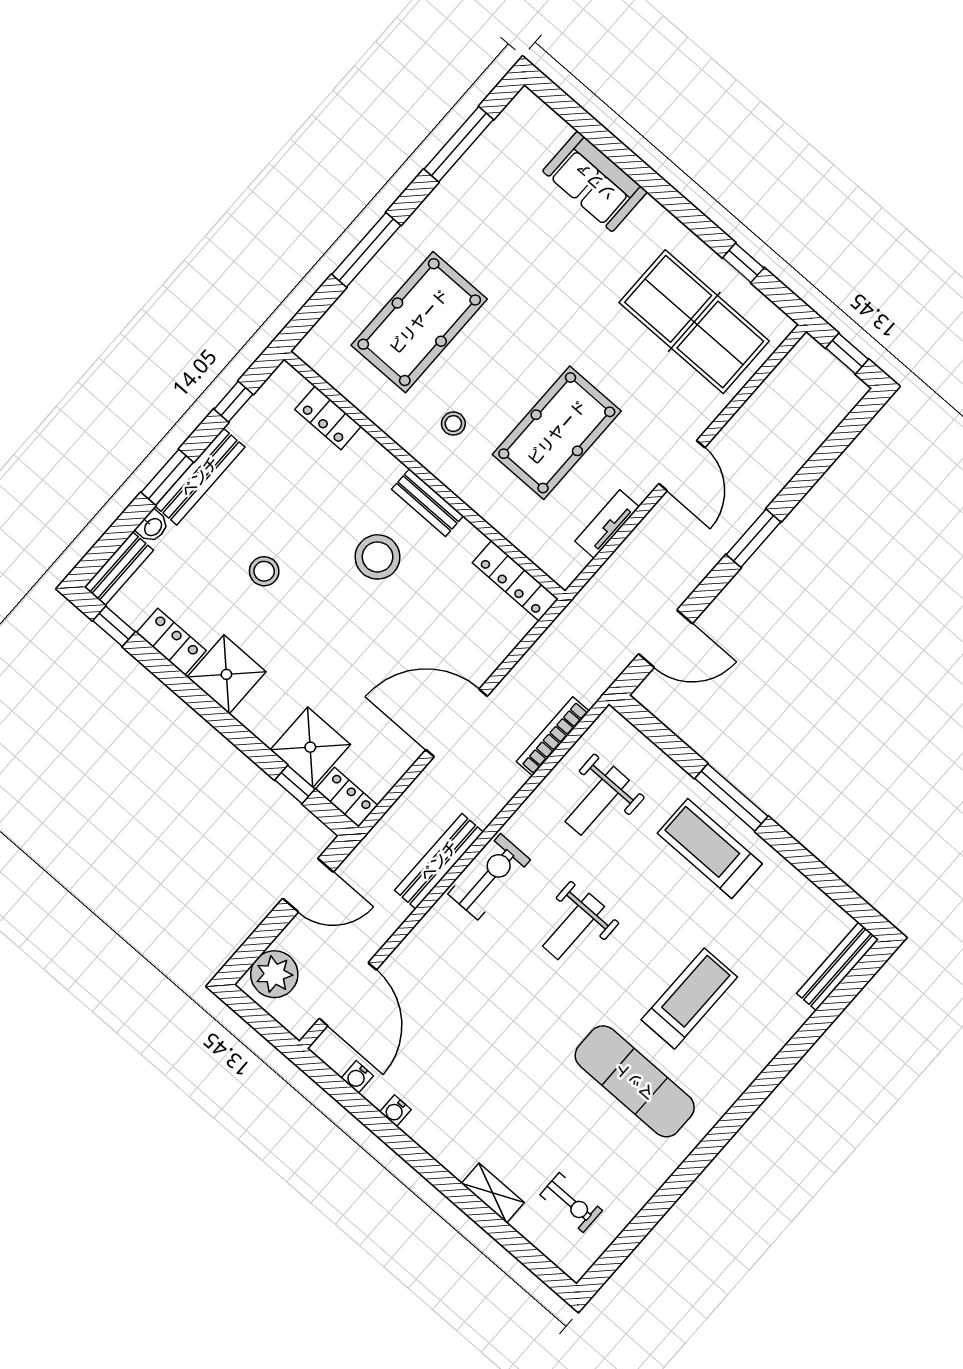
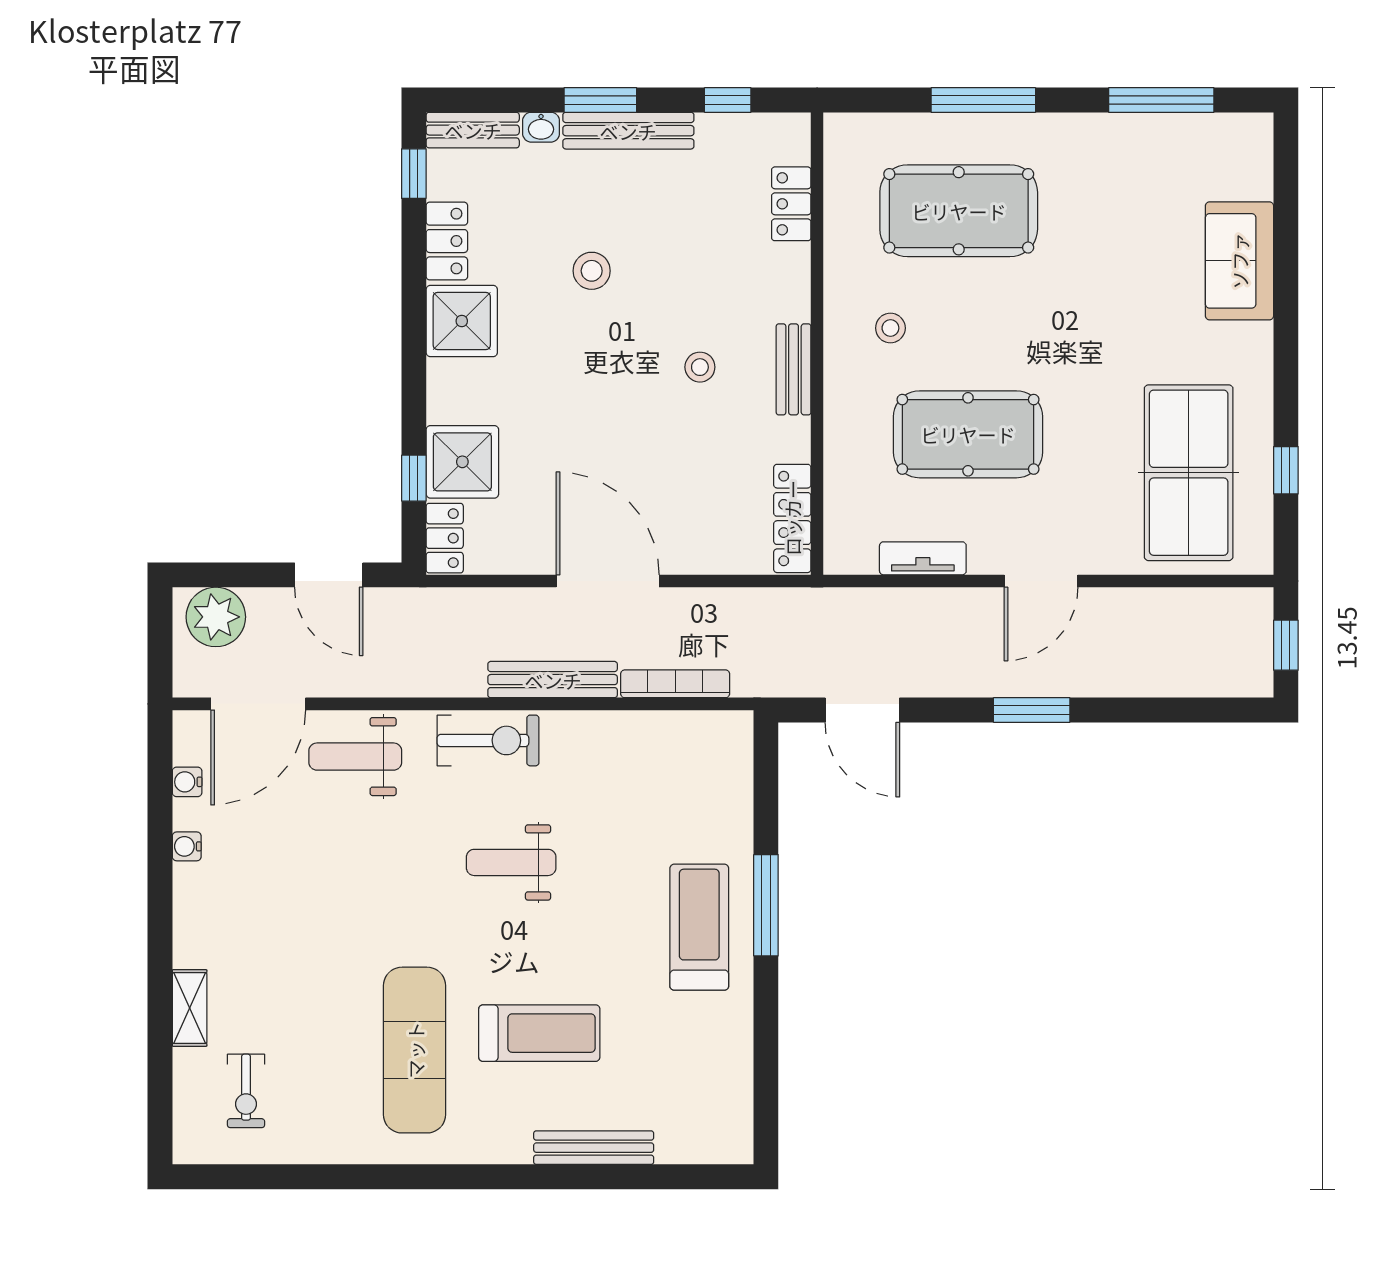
stool: (378, 557) -> (700, 367), width x0.53, depth x0.53
weight bench: (597, 801) -> (355, 757), moved
bench: (439, 861) -> (553, 680), moved
bench: (838, 966) -> (594, 1148), moved

